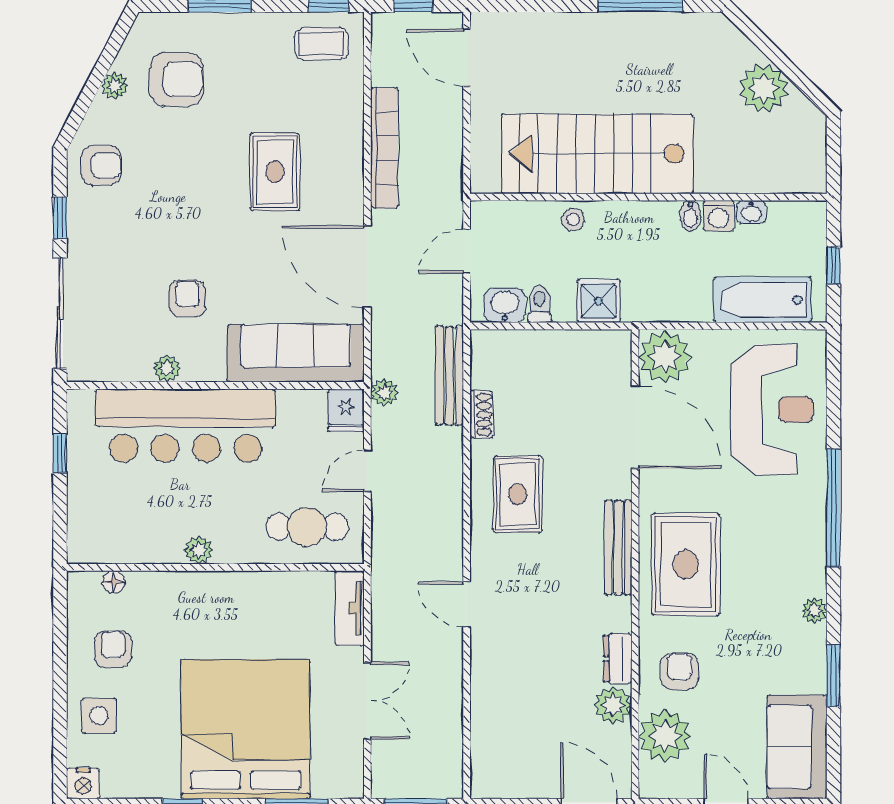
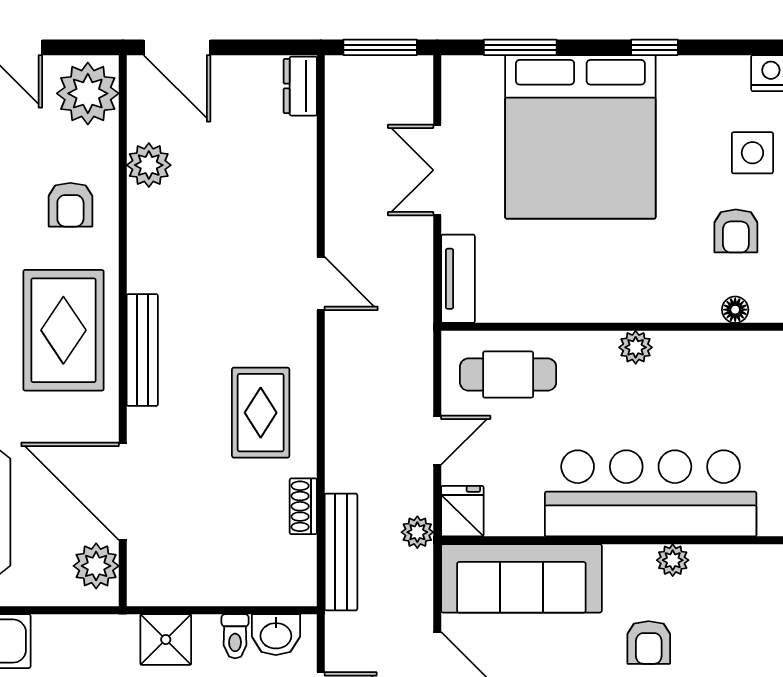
plant: (665, 357) -> (96, 566), width x0.73, depth x0.73
dresser: (618, 659) -> (300, 86), moved, turned 180
plant: (665, 736) -> (88, 93), moved

